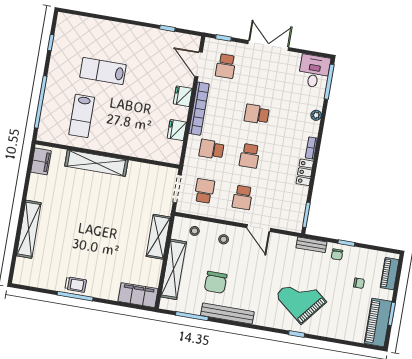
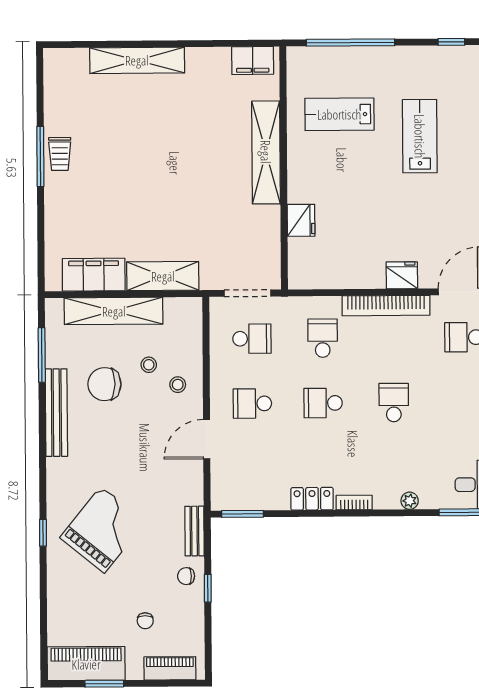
fridge: (177, 130) -> (301, 220), moved, turned 90
stool: (195, 231) -> (149, 365), moved
filing cabinet: (138, 295) -> (94, 275), moved, turned -90

